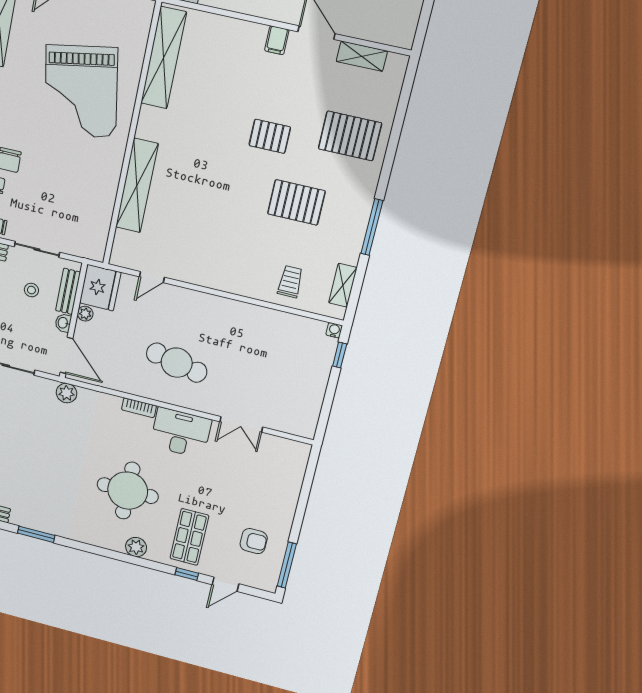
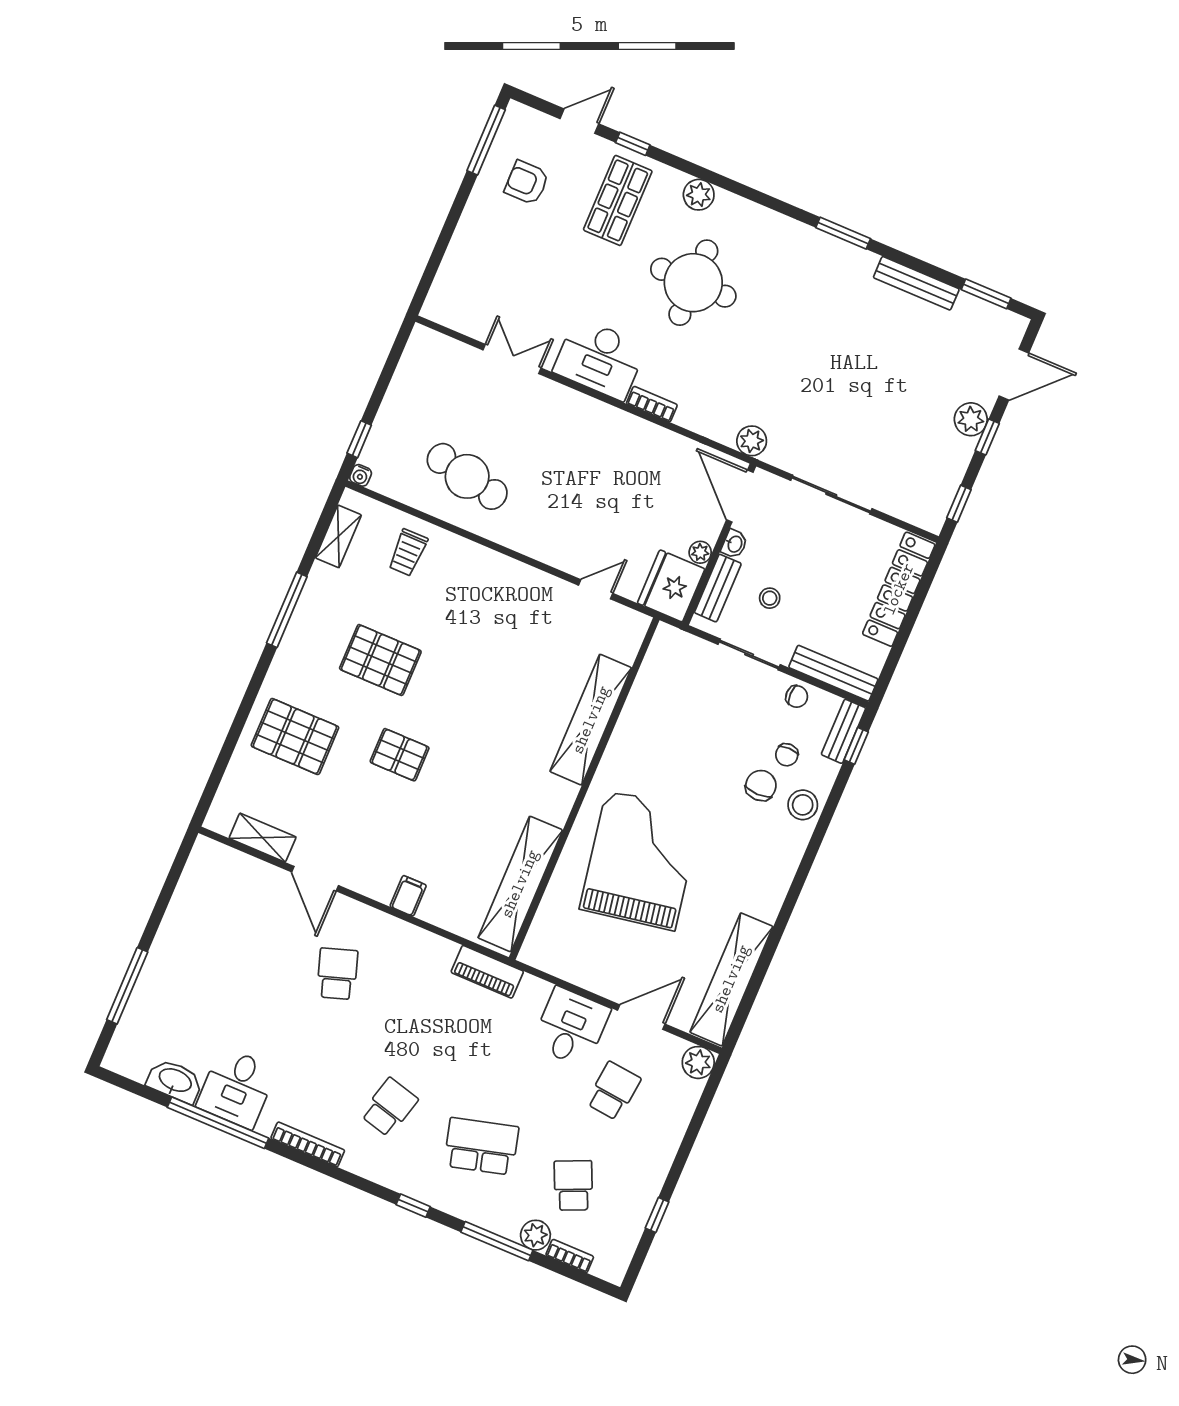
filing cabinet: (277, 40) -> (408, 896), moved
cafe table: (177, 363) -> (467, 476), moved

